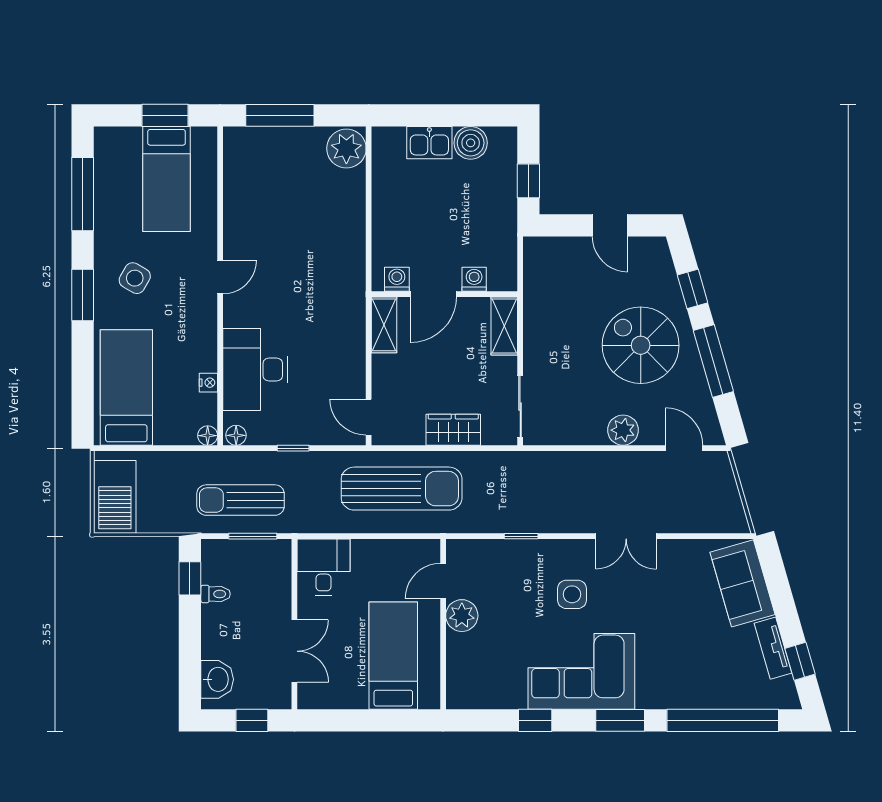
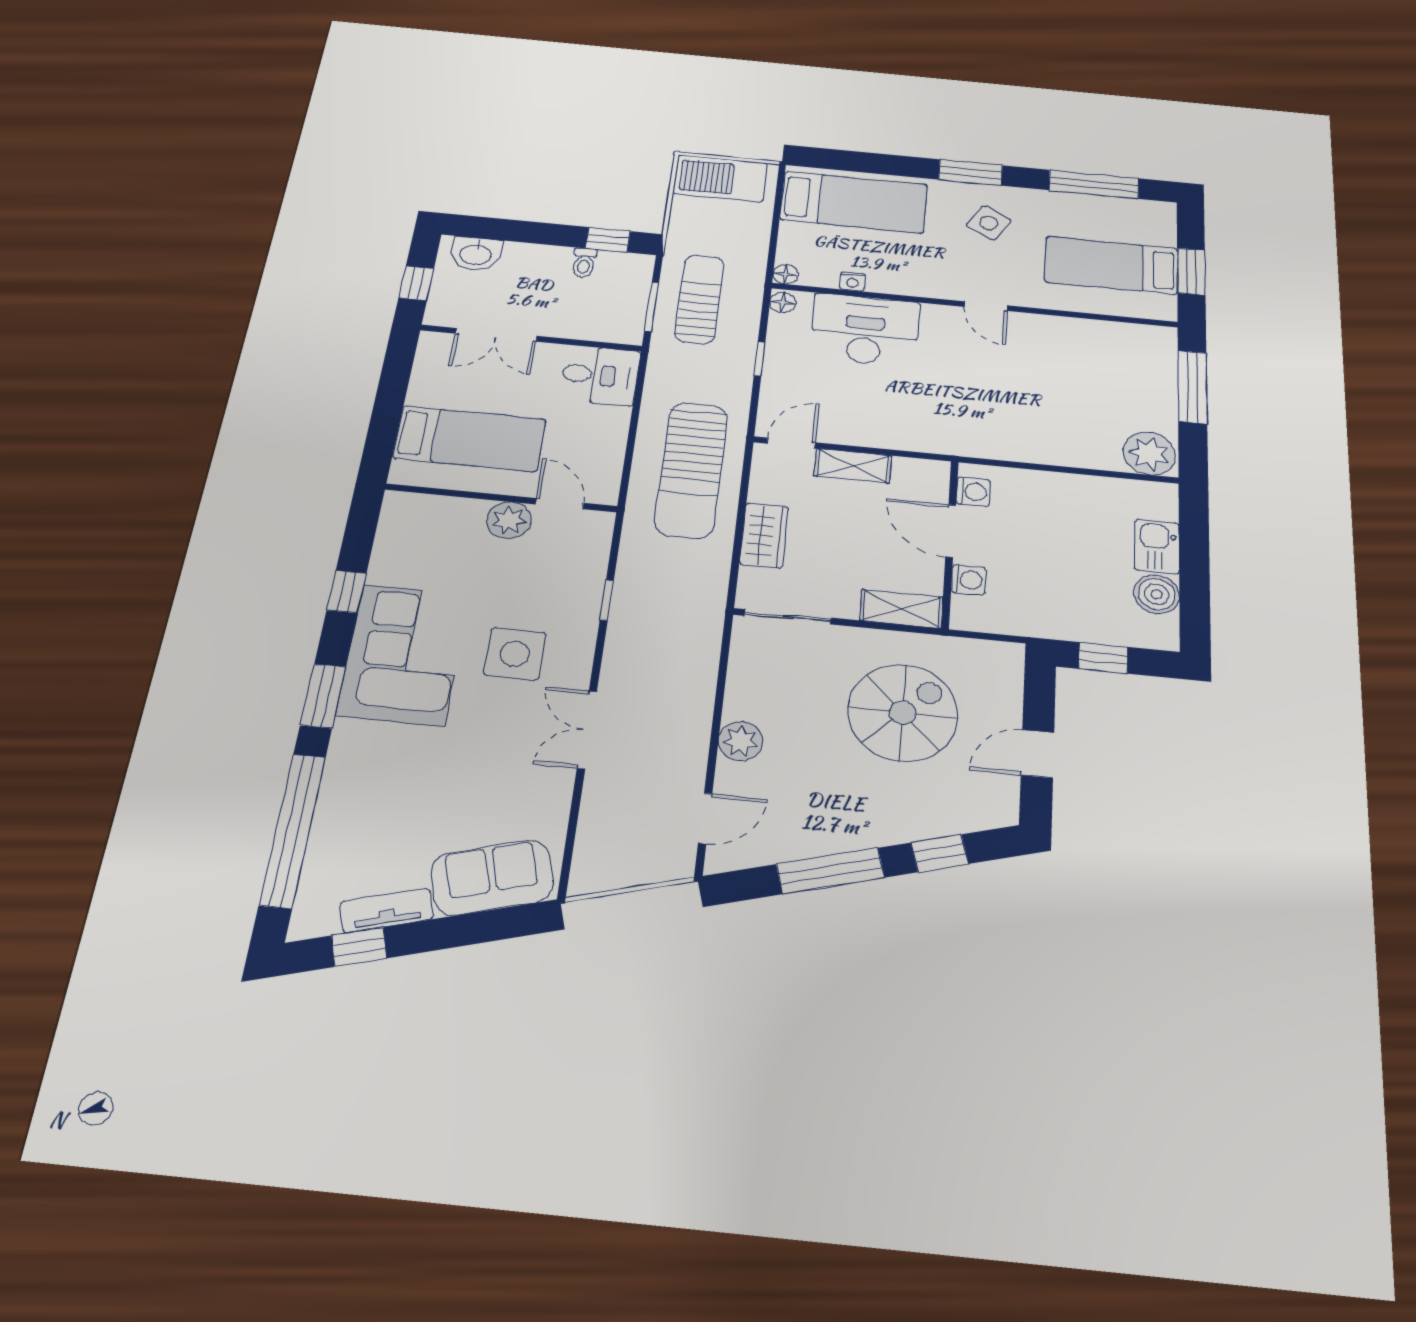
shelving: (384, 325) -> (853, 466), moved
spiral stairs: (641, 345) -> (903, 713), moved
side table: (572, 594) -> (515, 654), width x1.37, depth x1.37

